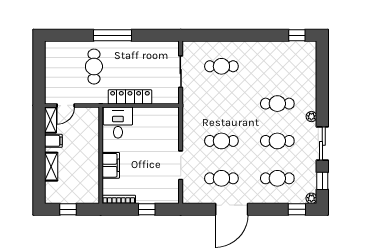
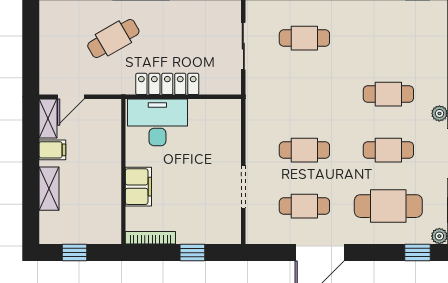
cafe table: (94, 67) -> (113, 38), turned 60
desk: (118, 122) -> (157, 122), width x1.37
cafe table: (277, 178) -> (388, 206), width x1.37, depth x1.35

